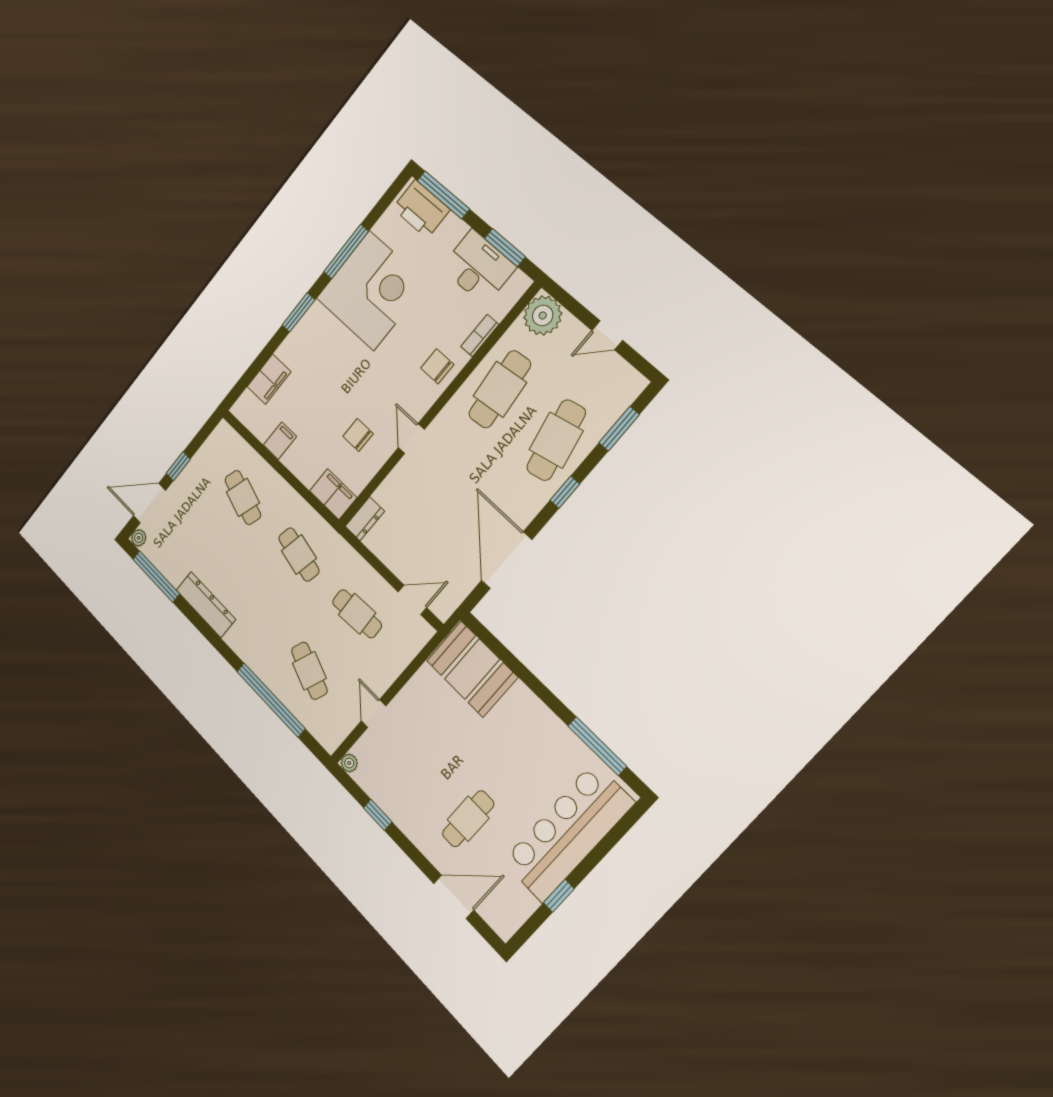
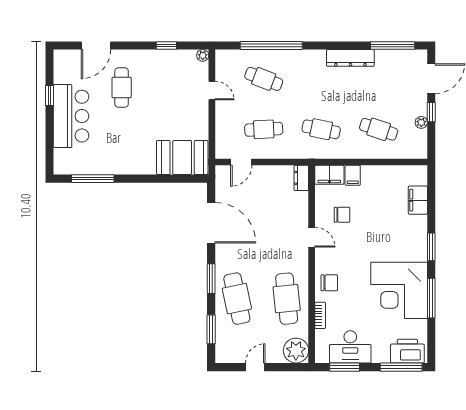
filing cabinet: (280, 441) -> (353, 175), moved
window: (565, 492) -> (211, 279), width x1.50
plant: (139, 538) -> (421, 122), moved
bar counter: (568, 832) -> (71, 116), width x0.73

